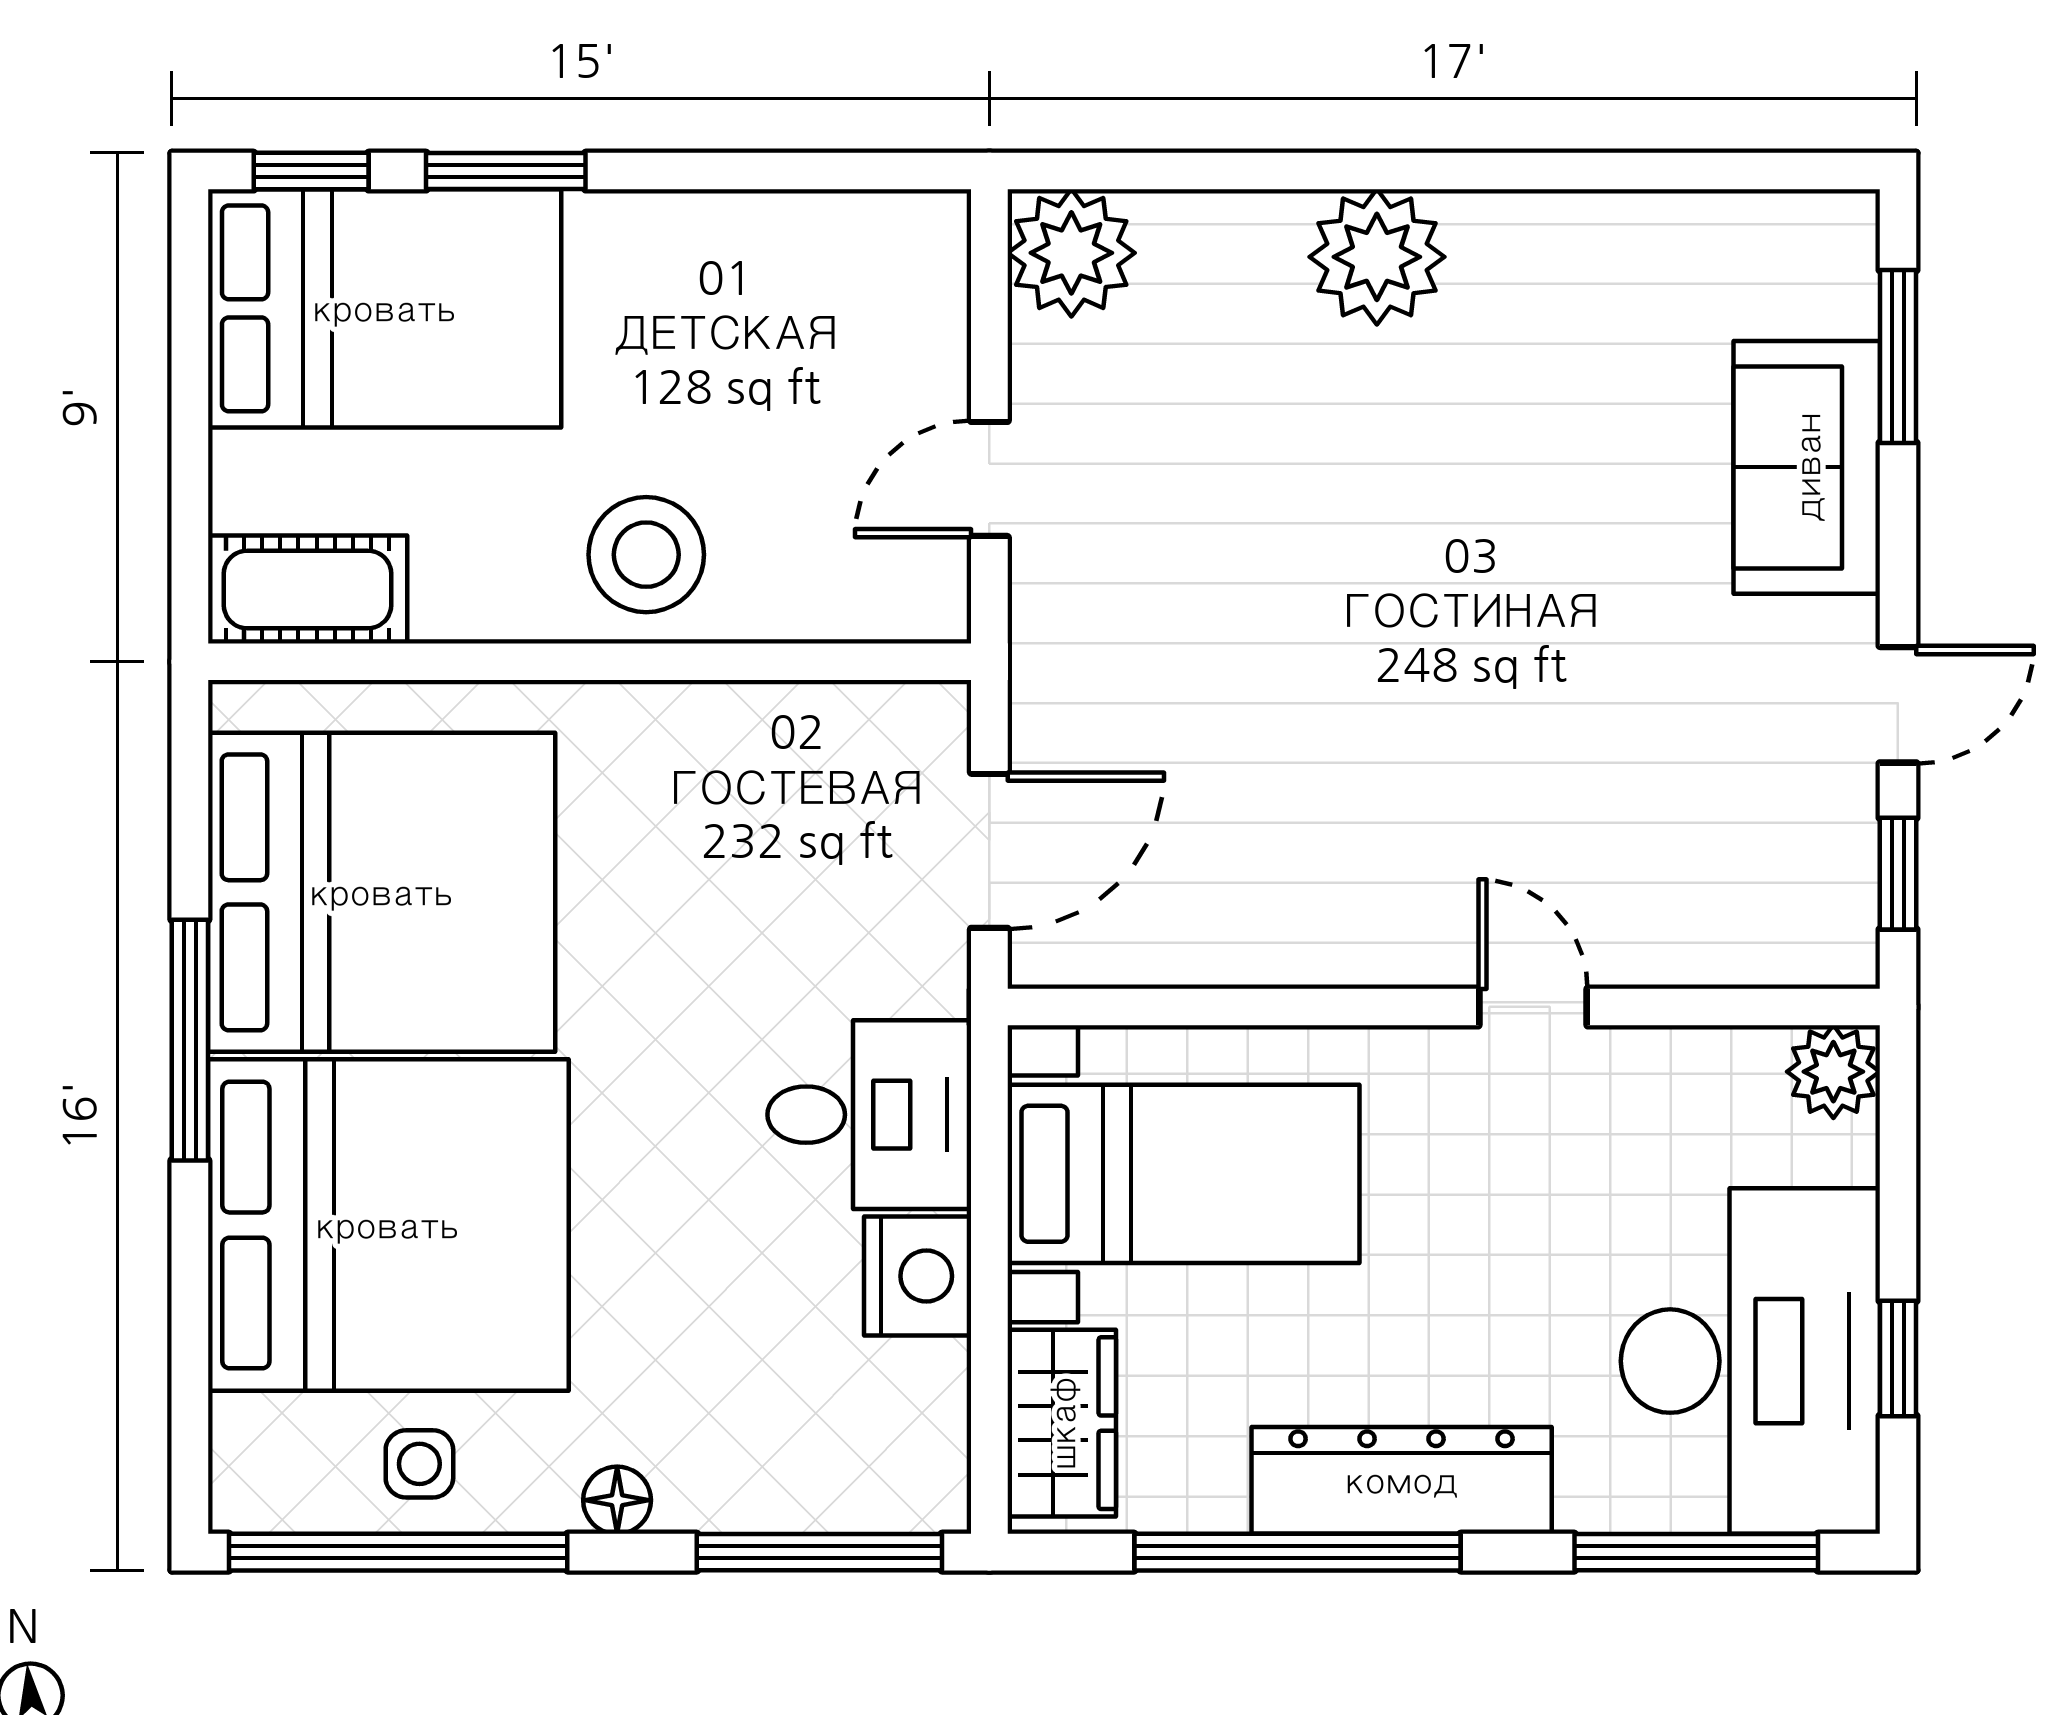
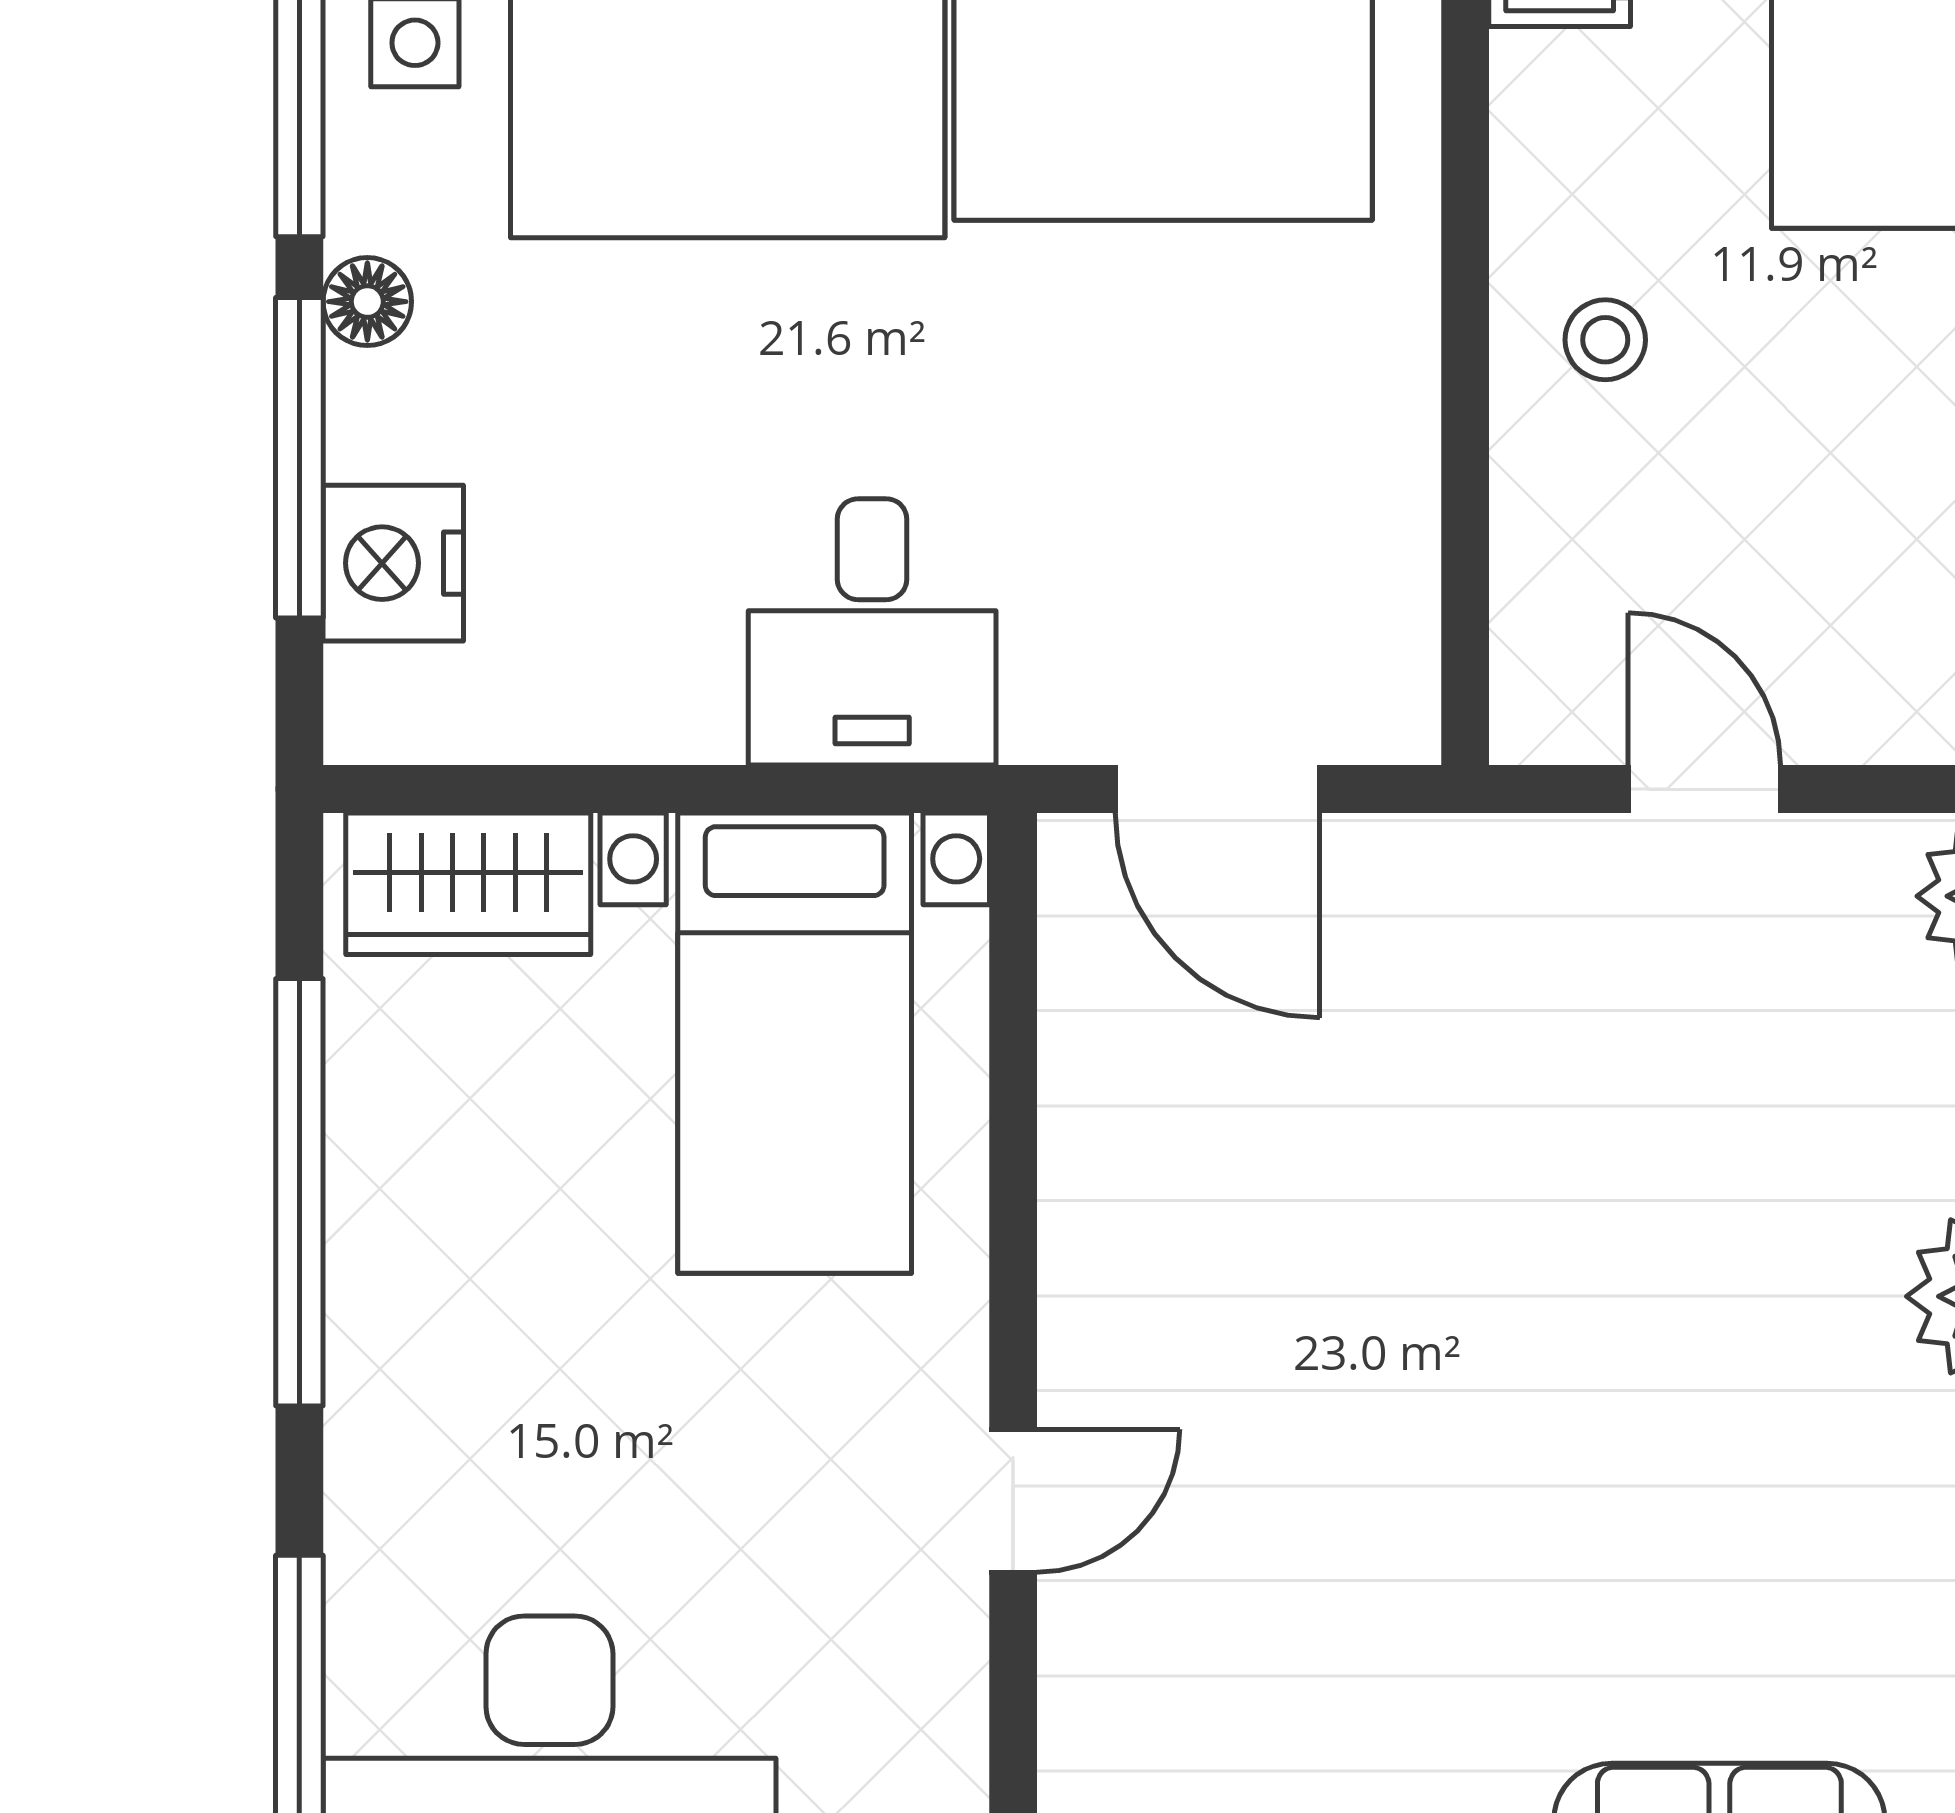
stool: (646, 555) -> (1605, 340), width x0.53, depth x0.53
nightstand: (918, 1276) -> (393, 563), moved, turned 90
dresser: (1402, 1480) -> (393, 1329), removed
window: (819, 1552) -> (299, 458), moved

